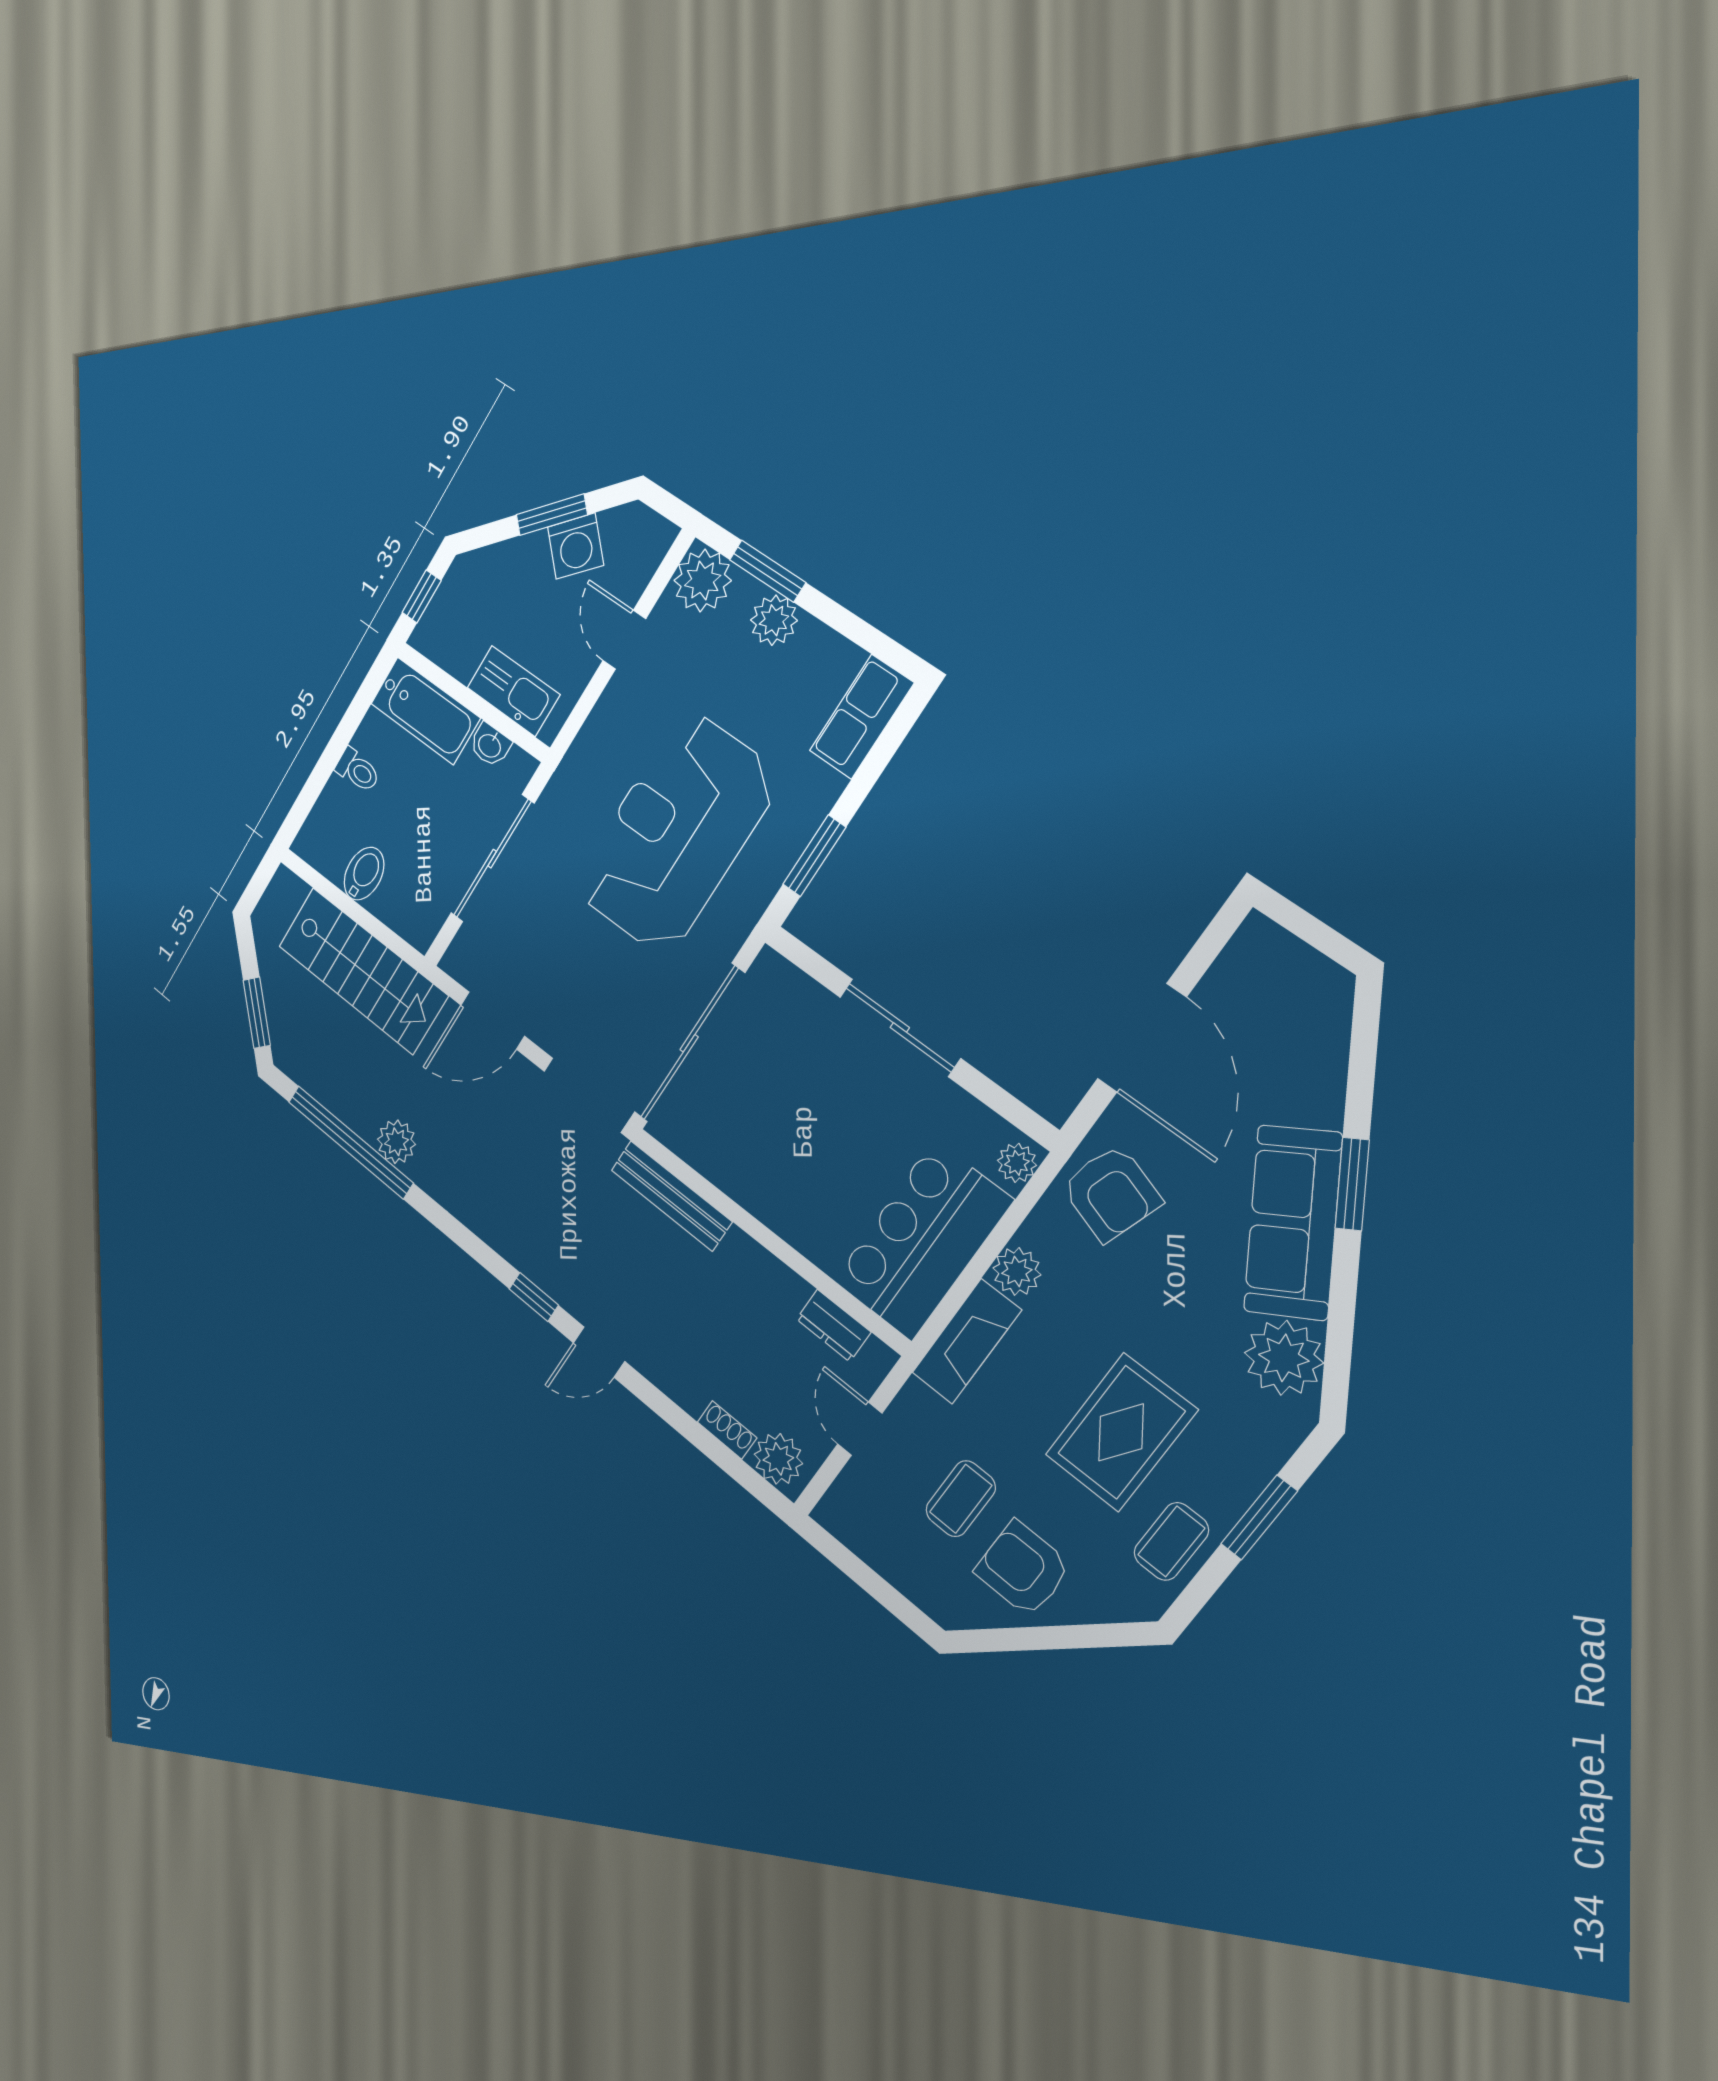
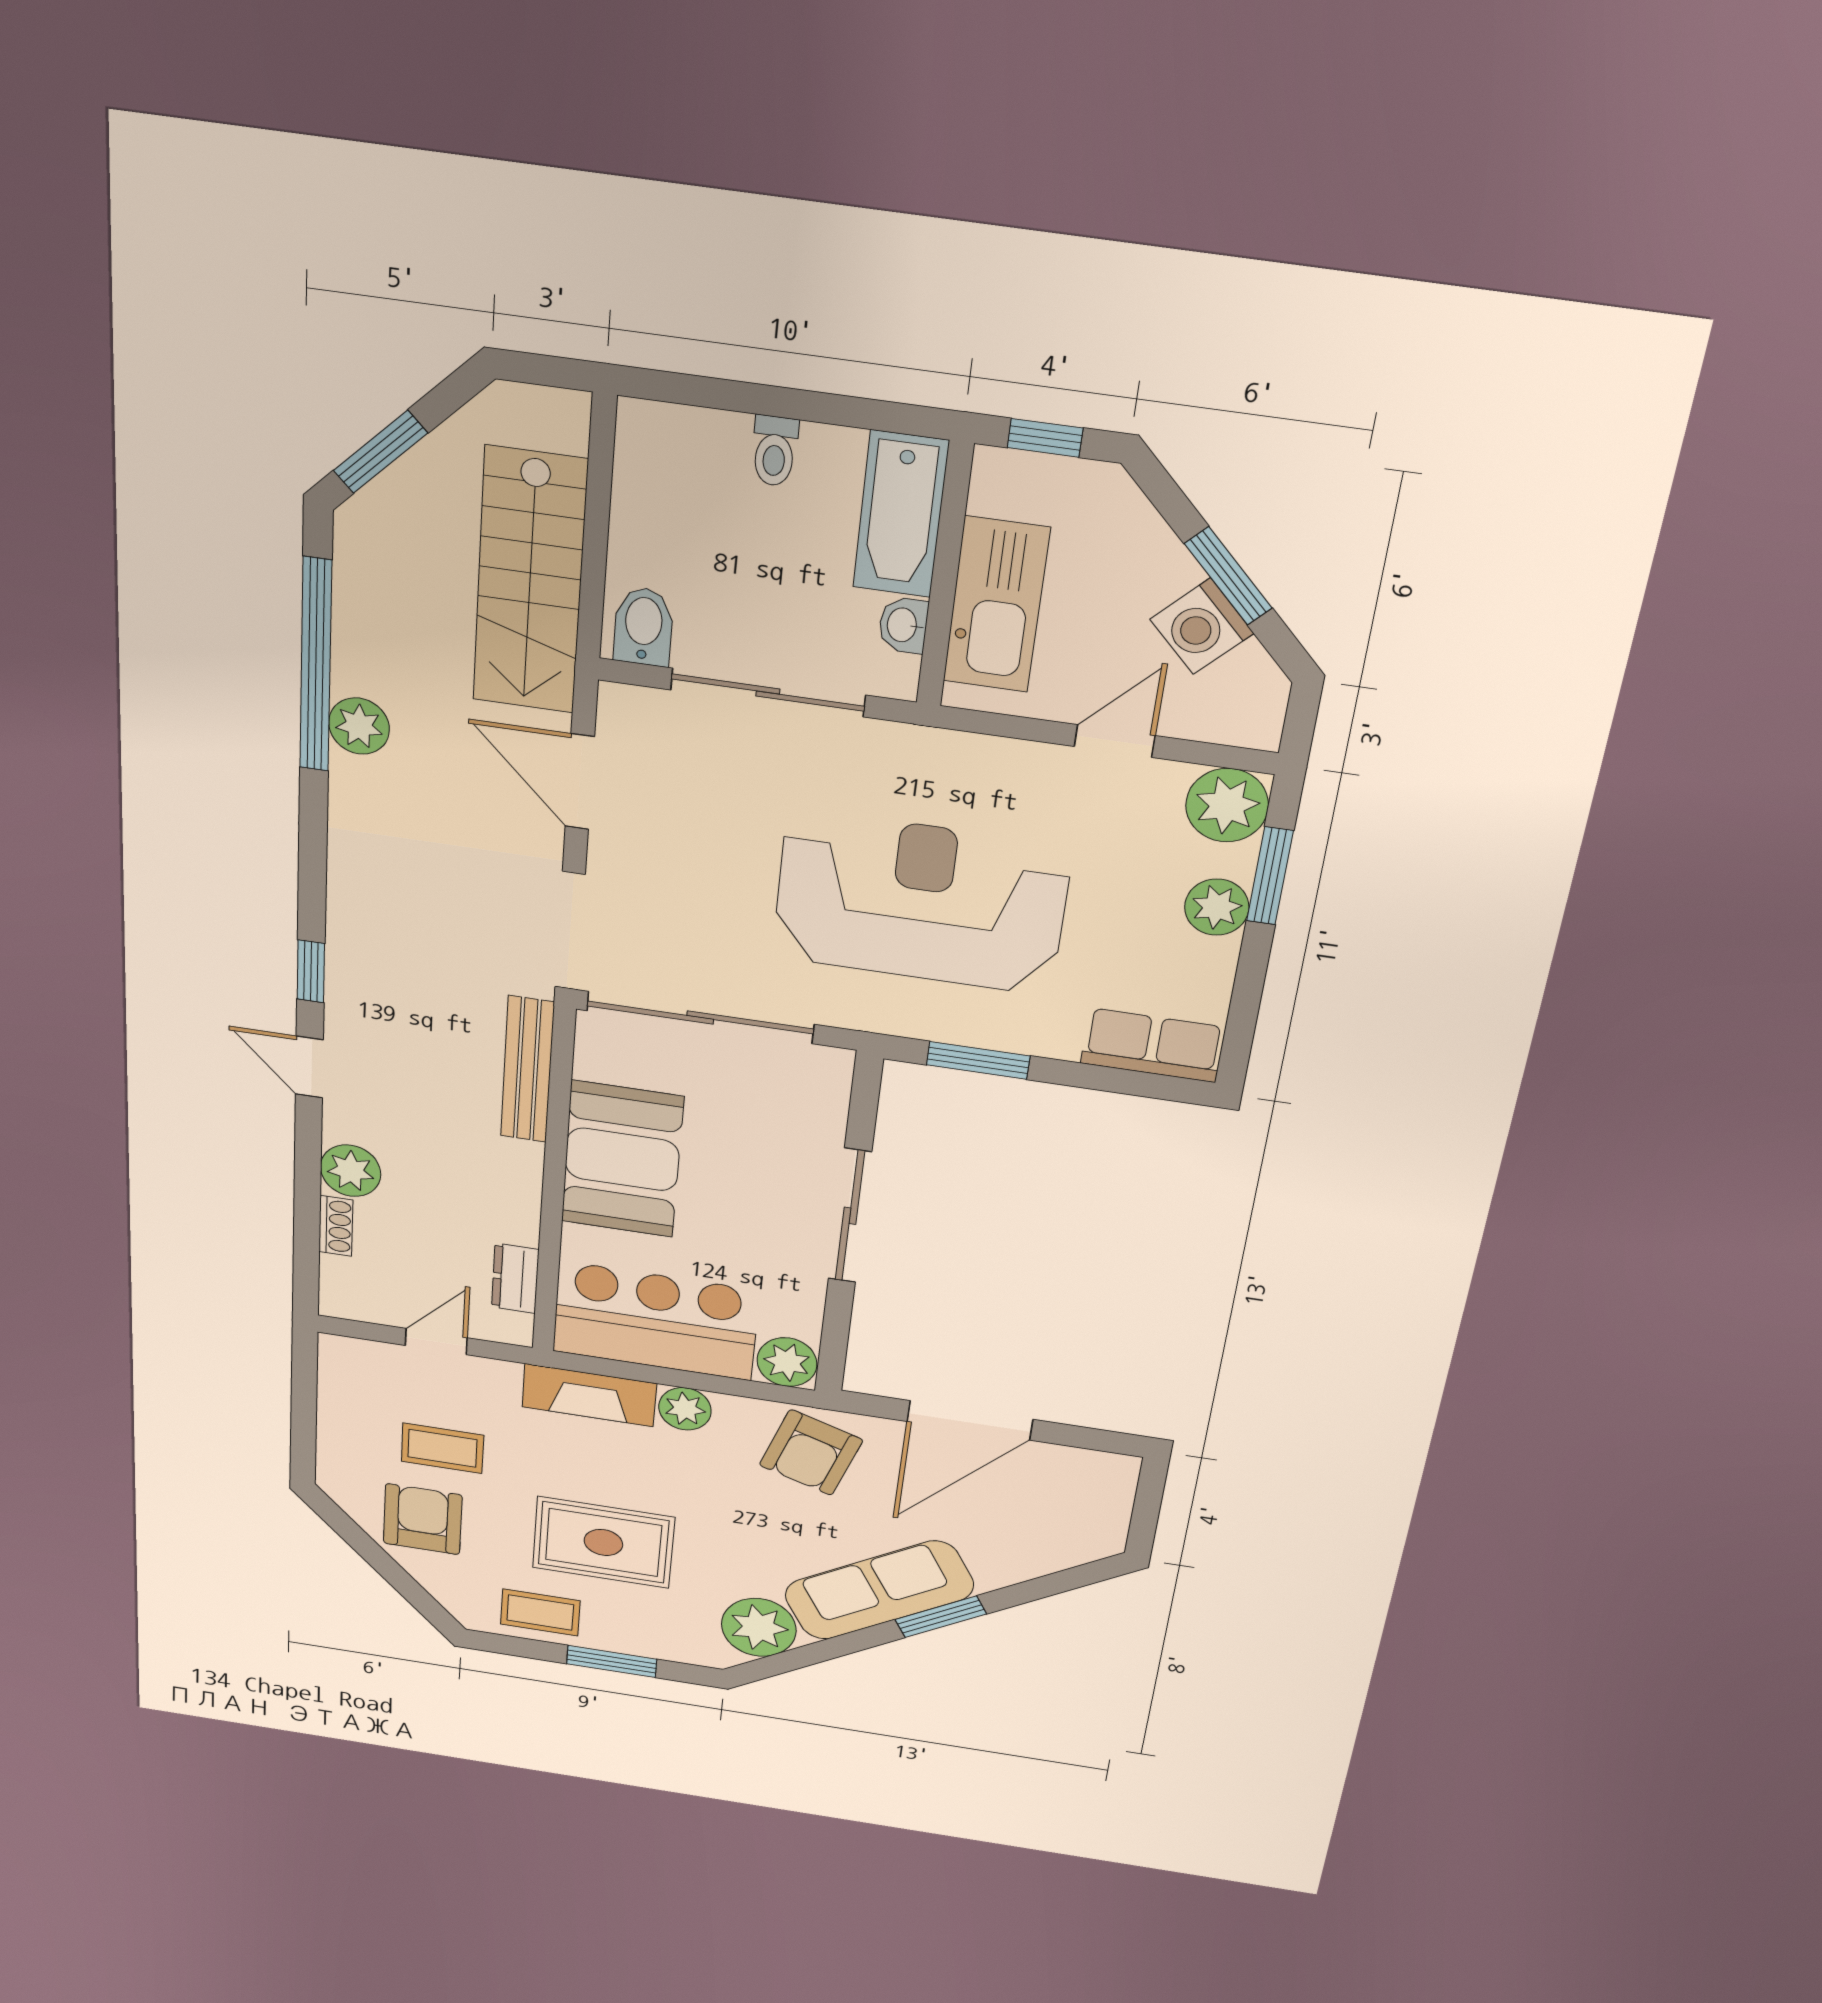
kitchen sink: (513, 691) -> (996, 605), width x1.36, depth x1.24
bidet: (364, 874) -> (643, 626), moved, turned -90
plant: (1017, 1163) -> (787, 1362), width x1.38, depth x1.38
booth: (772, 1174) -> (622, 1159), added
plant: (778, 1459) -> (351, 1171), moved

